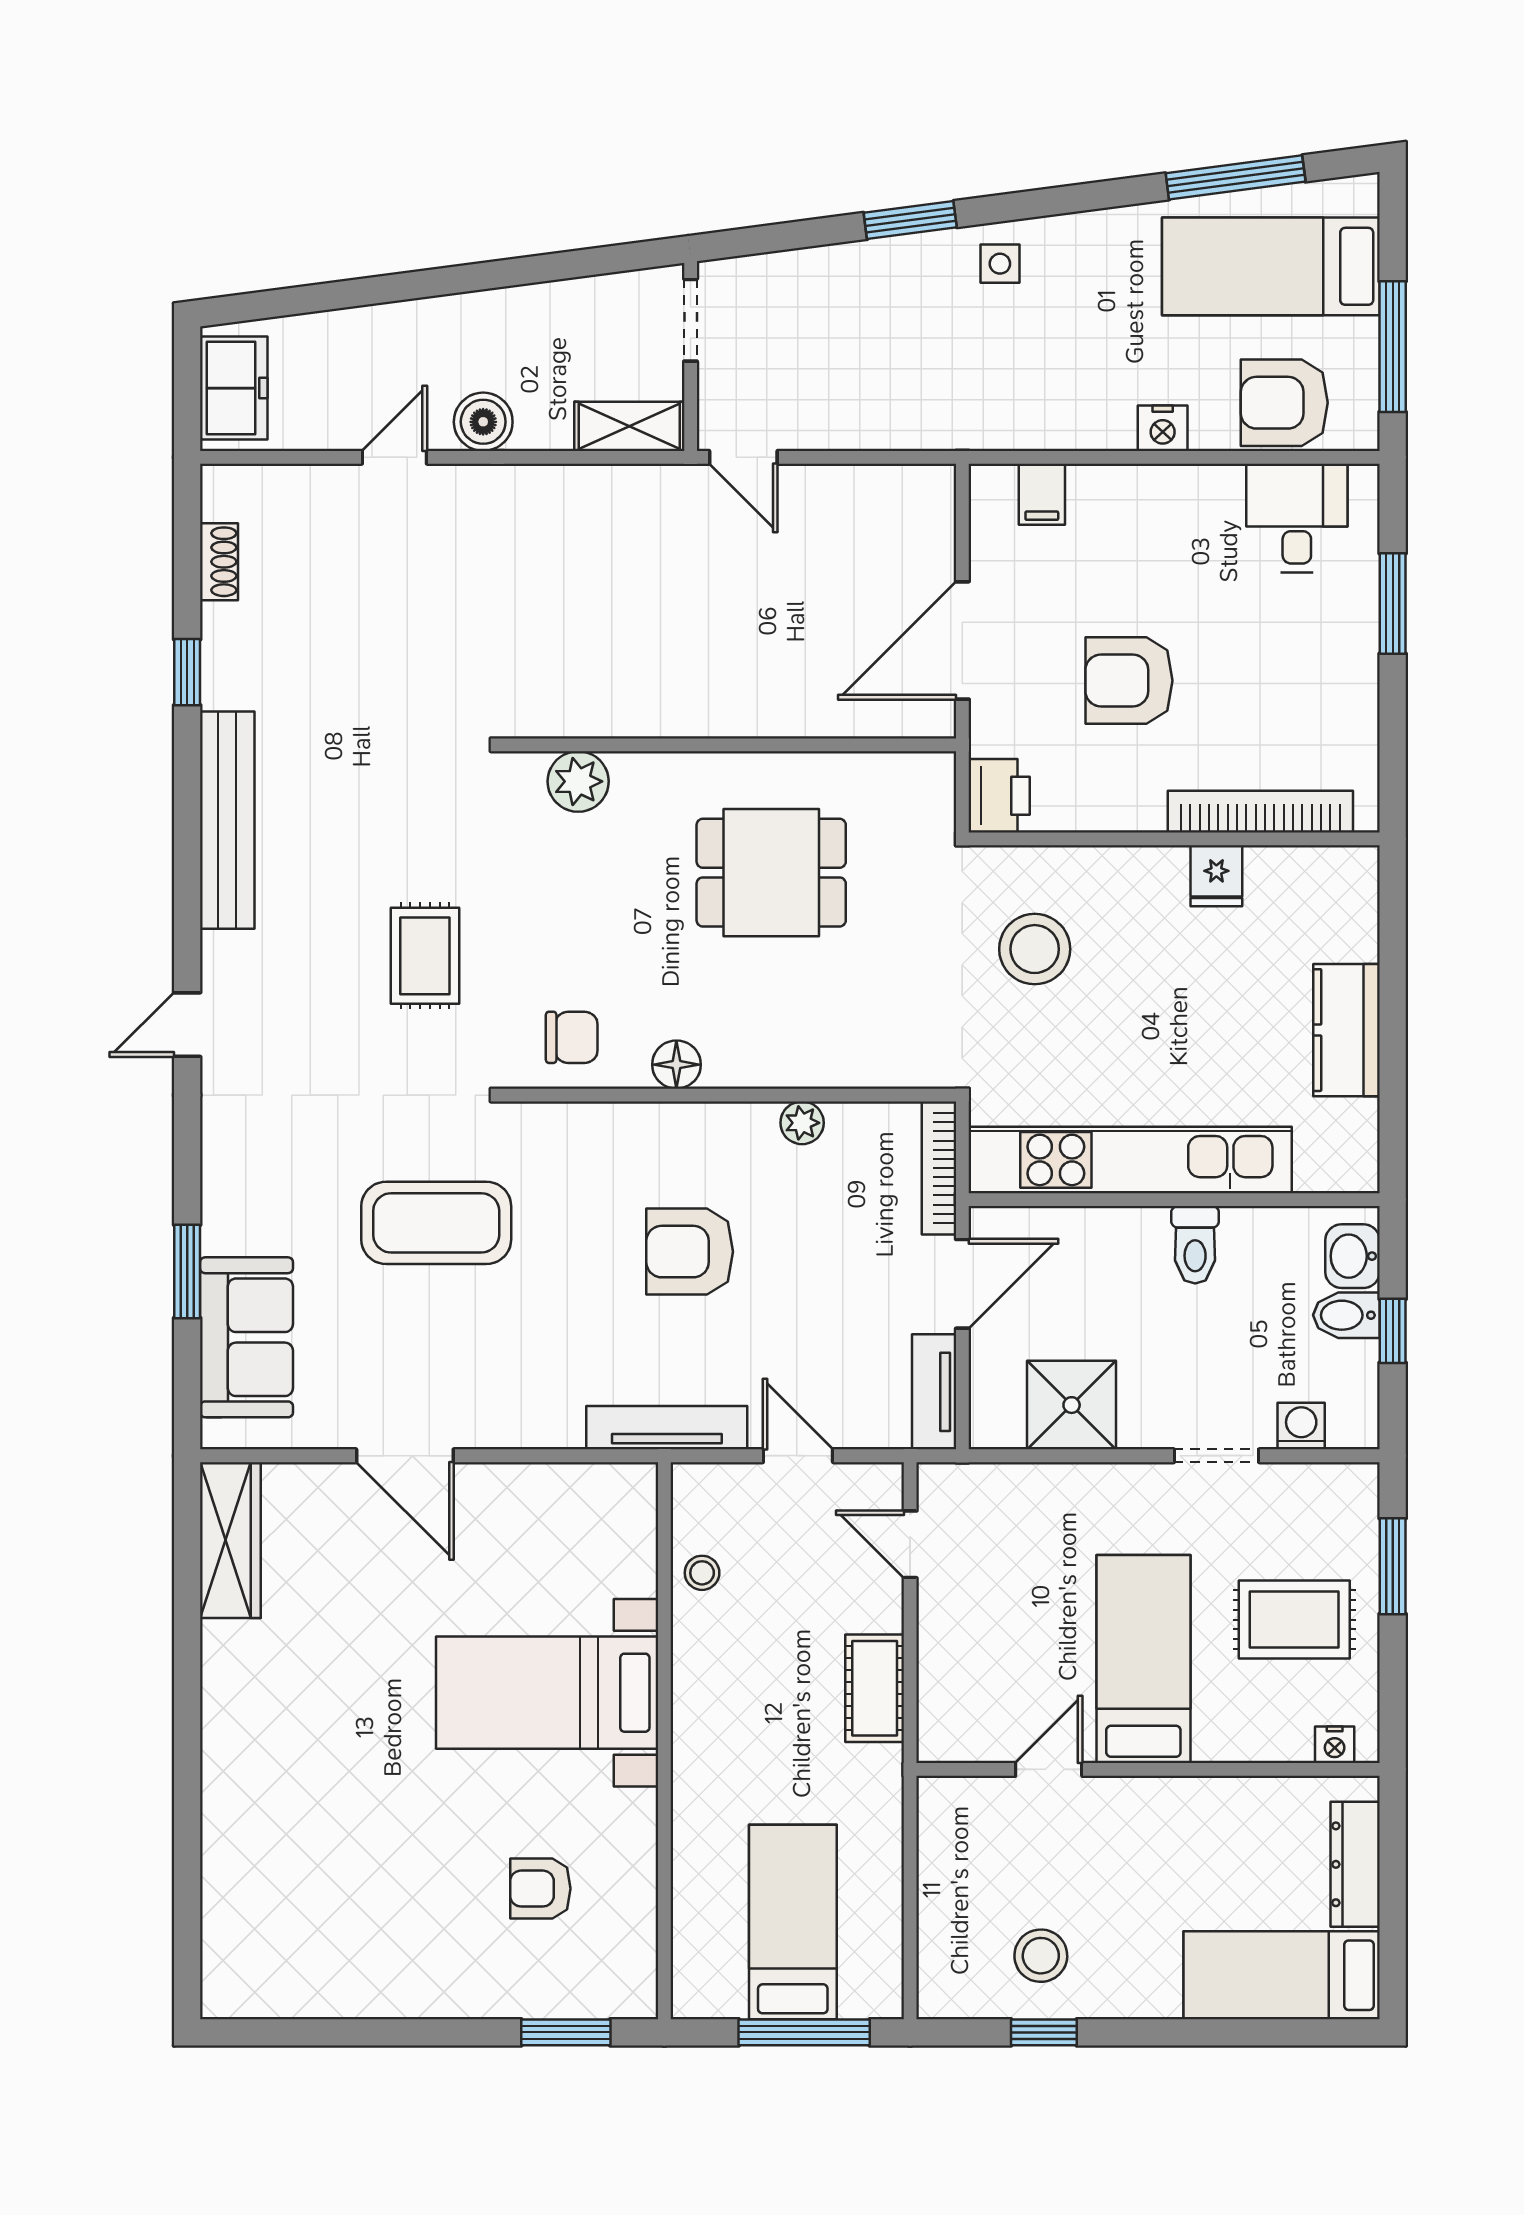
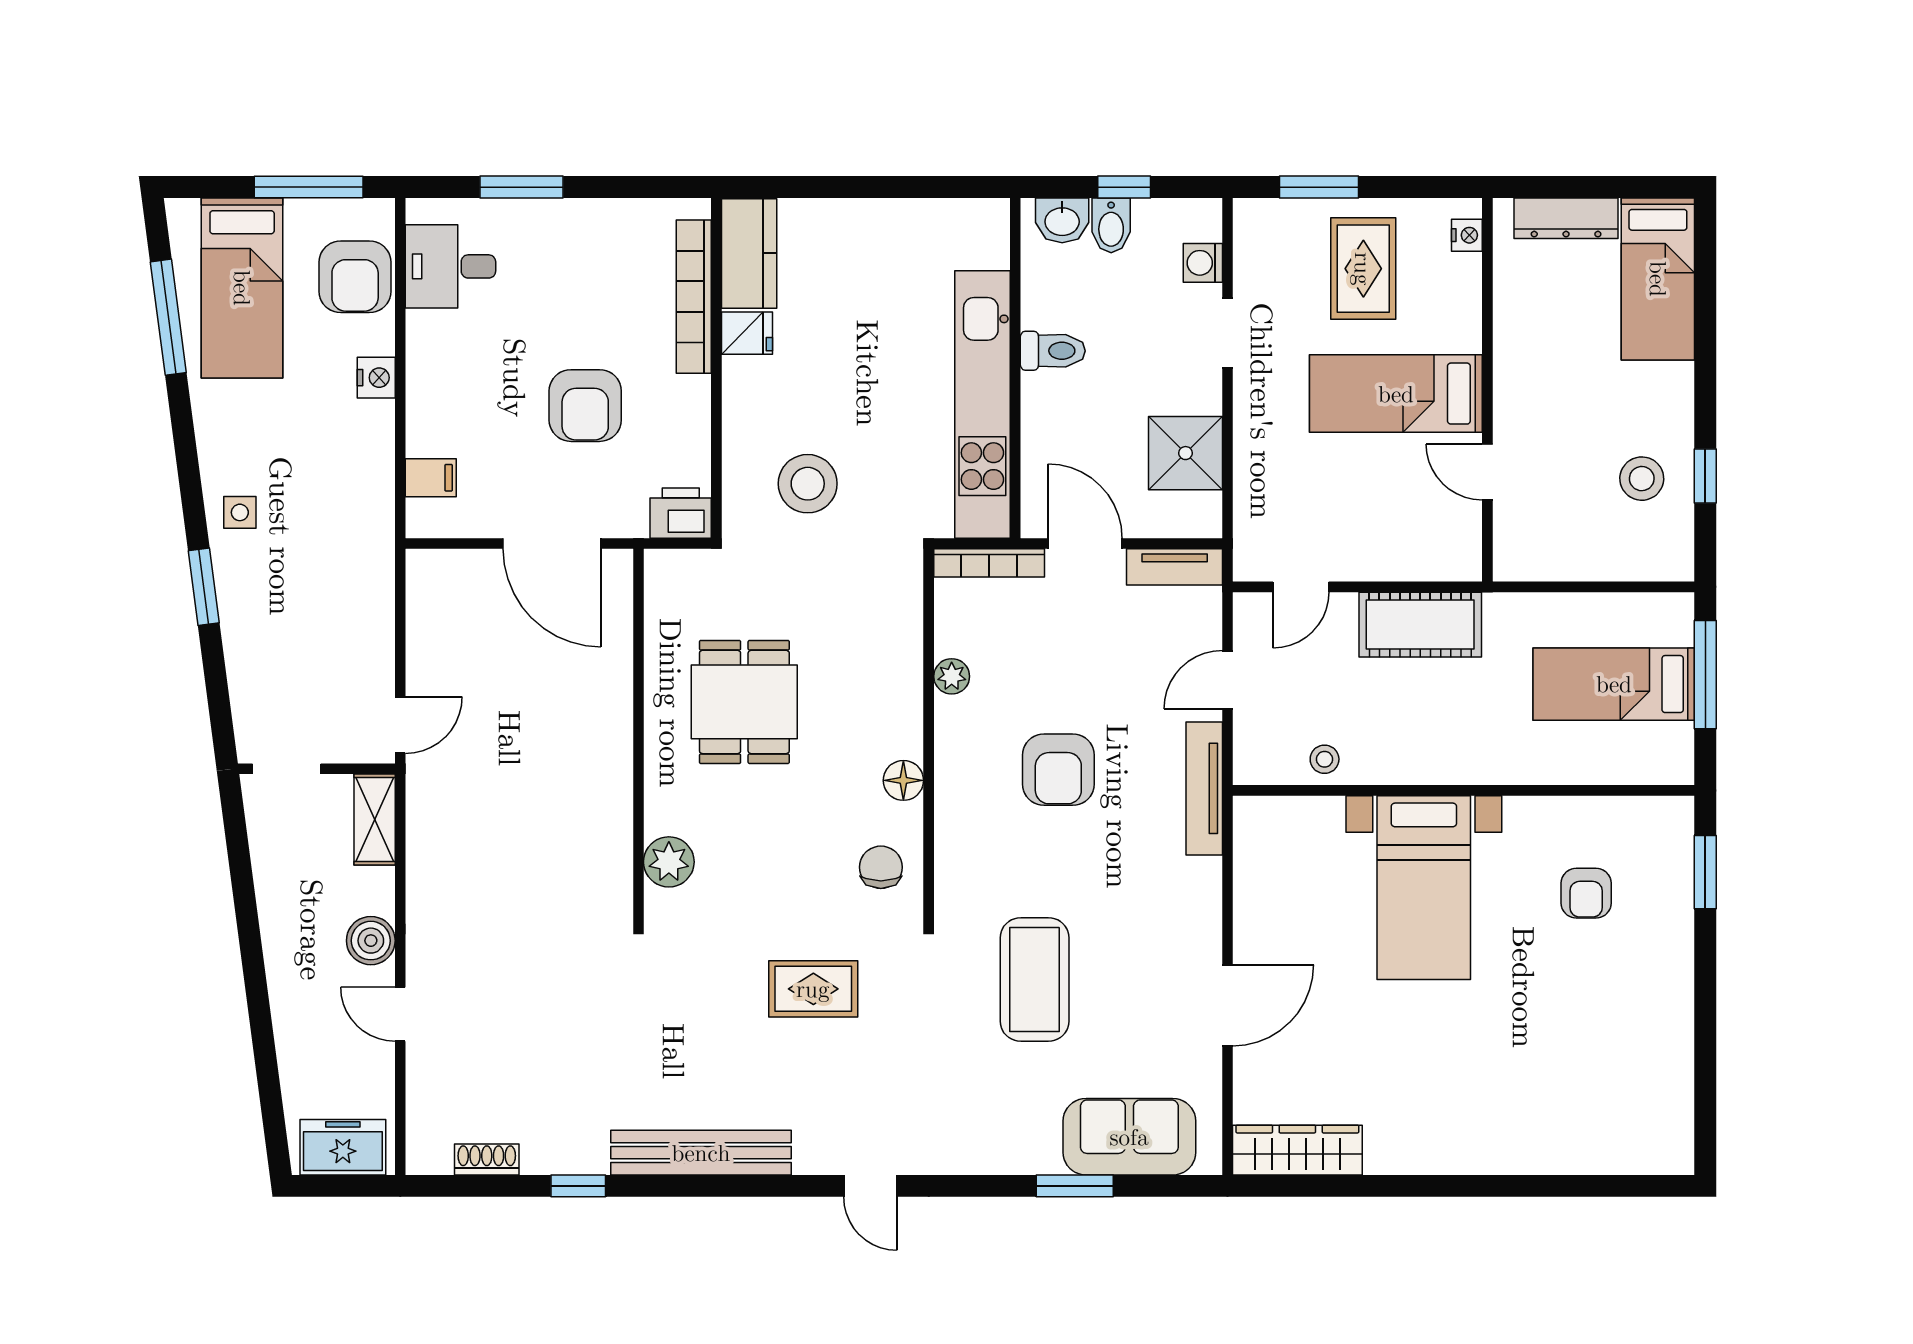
kitchen counter: (1346, 1030) -> (749, 253), moved, turned -90
cot: (875, 1688) -> (1420, 625), width x1.37, depth x1.34

